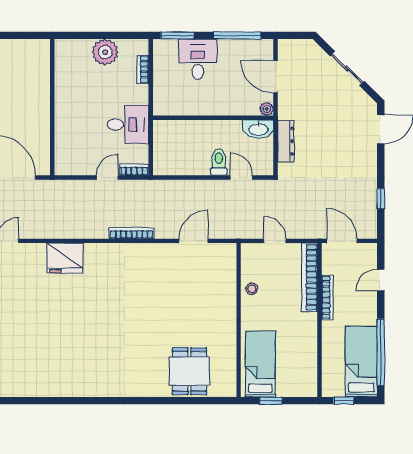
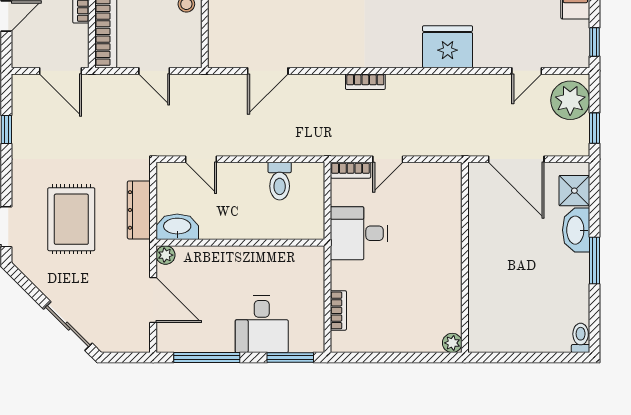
plant: (105, 52) -> (452, 343), moved, width x0.53, depth x0.53
sliding door: (347, 68) -> (68, 326), moved
rug: (334, 135) -> (71, 219), added
toilet: (219, 162) -> (280, 181), moved
bookcase: (132, 233) -> (365, 82), width x0.64

